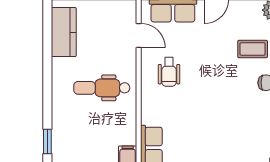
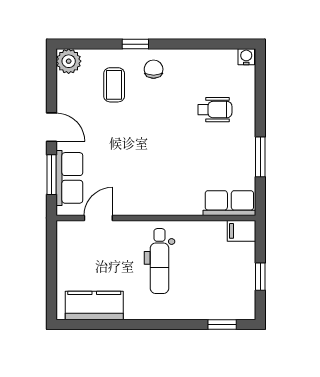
wheelchair: (169, 72) -> (215, 110), moved

